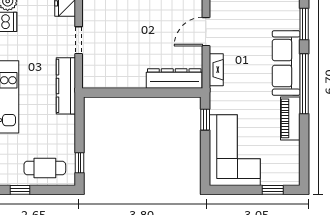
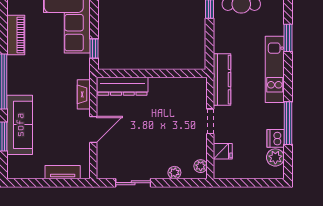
sofa: (286, 63) -> (20, 125), moved
piano: (290, 118) -> (16, 35), moved

